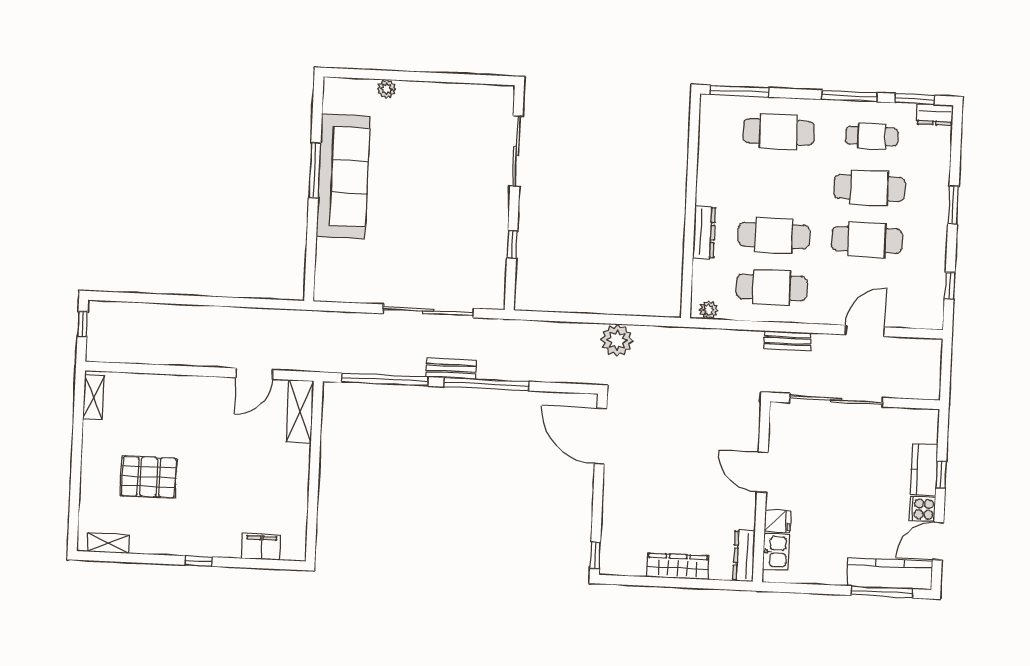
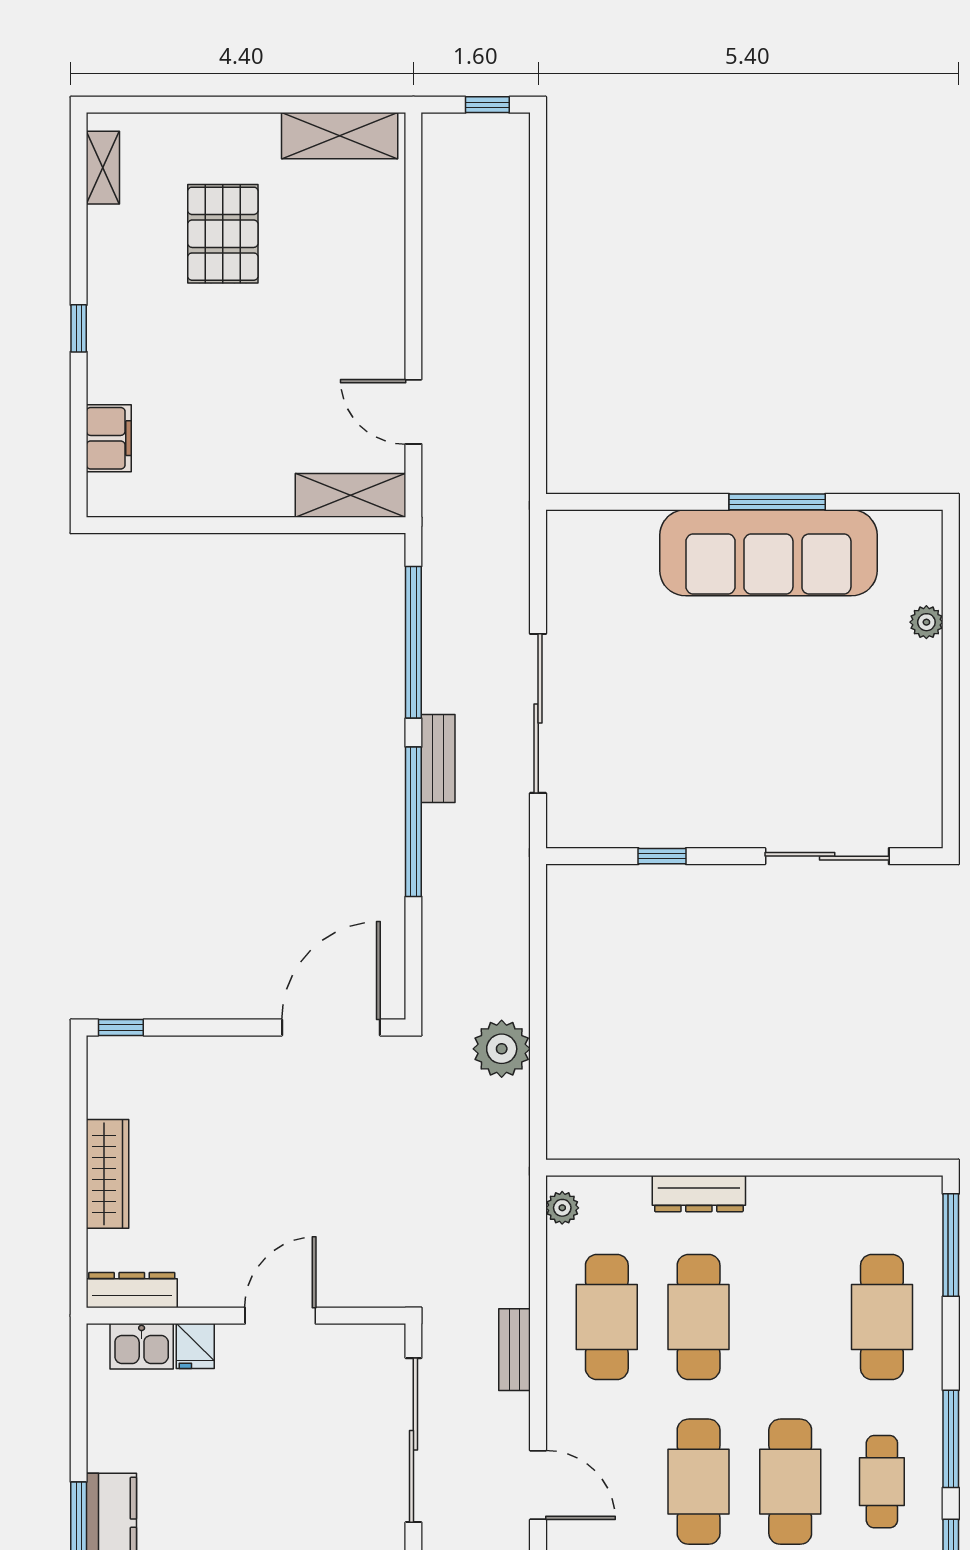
shelving: (93, 397) -> (340, 136), width x1.50, depth x1.33

